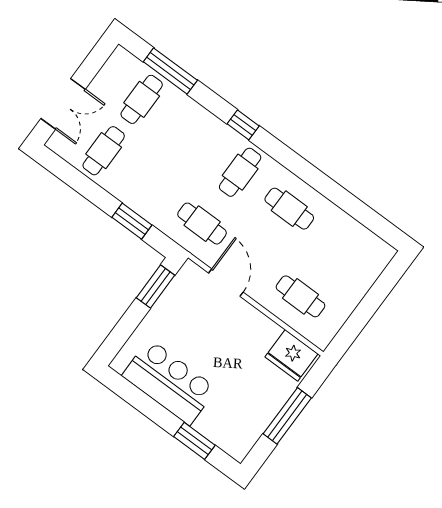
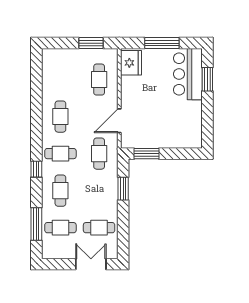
cafe table: (191, 136) -> (60, 191), added
window: (357, 322) -> (91, 43), added
bar counter: (169, 382) -> (188, 74), moved

